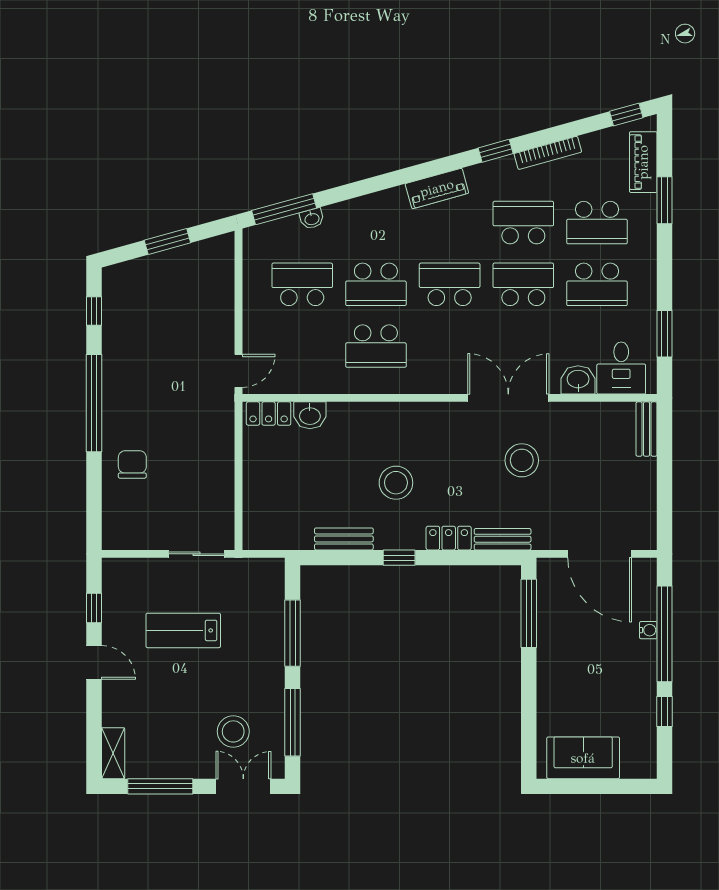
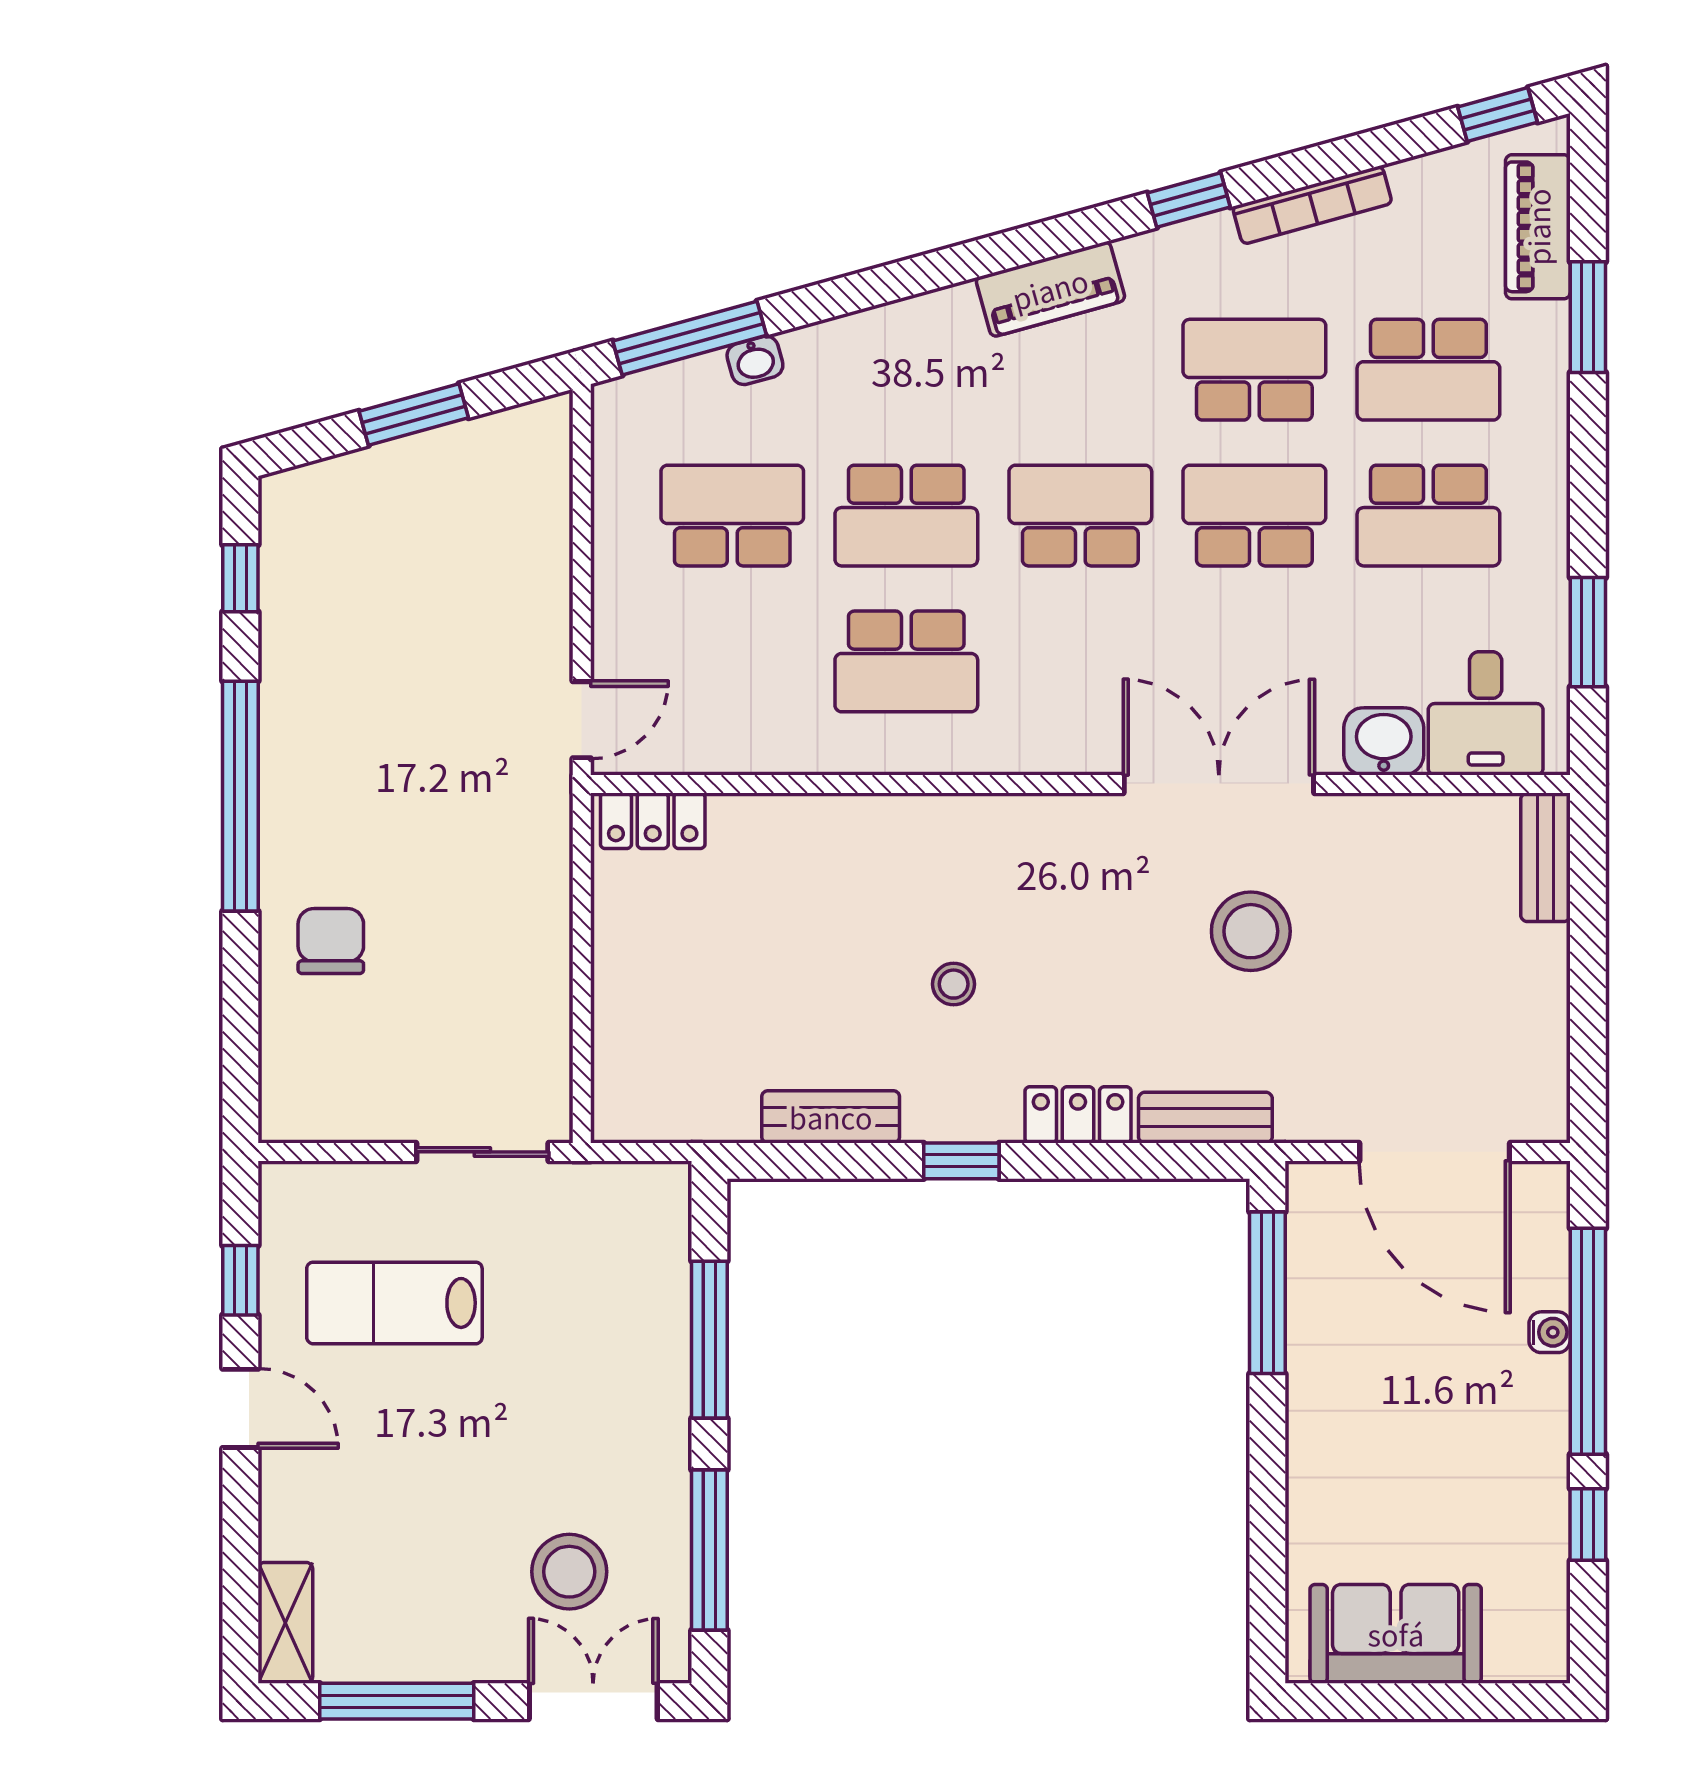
washbasin: (310, 415) -> (750, 825), removed
stool: (396, 483) -> (954, 984), width x0.53, depth x0.53
lab bench: (183, 630) -> (394, 1303), moved

